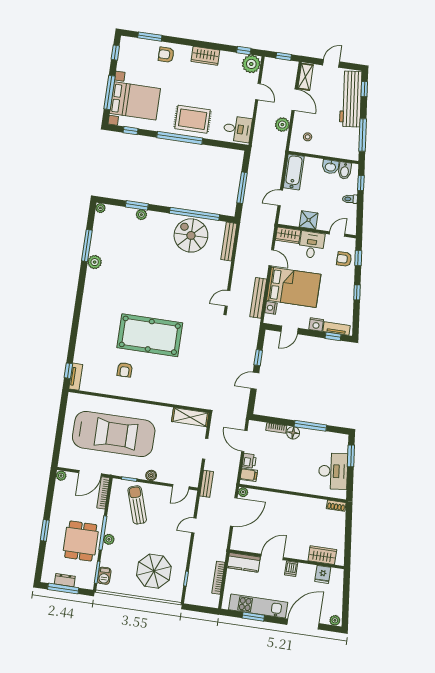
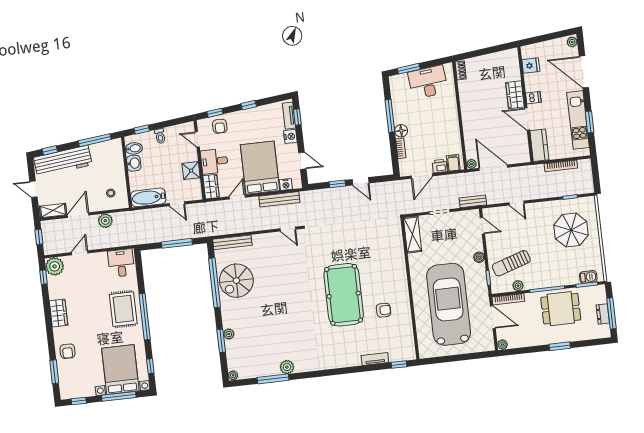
tv unit: (76, 377) -> (375, 359), moved
plant: (109, 539) -> (518, 286), moved
wardrobe: (322, 555) -> (515, 95), moved

